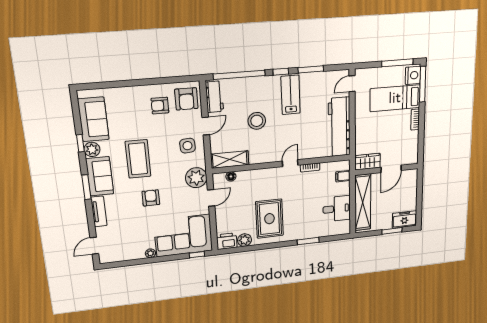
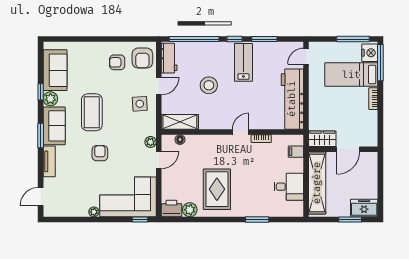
plant: (196, 178) -> (151, 142), width x0.53, depth x0.53

